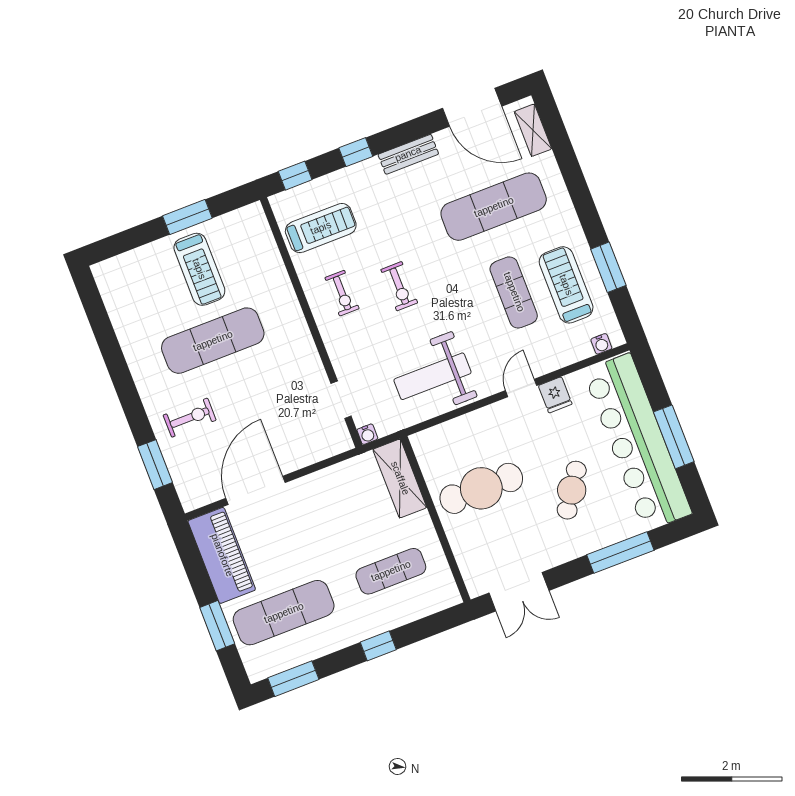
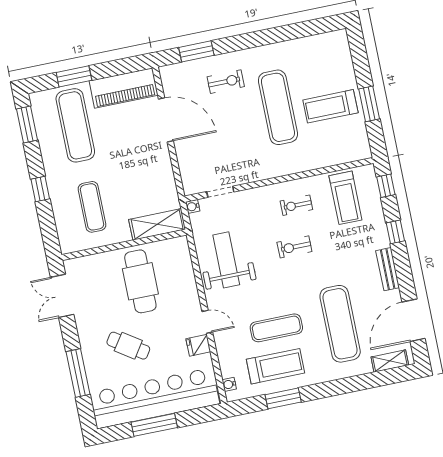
exercise bike: (190, 418) -> (226, 82), turned -90

